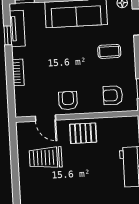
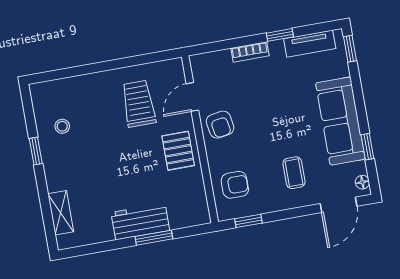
window: (8, 35) -> (280, 35), moved
armchair: (113, 95) -> (235, 185), turned 90
armchair: (68, 101) -> (220, 125), turned 81

